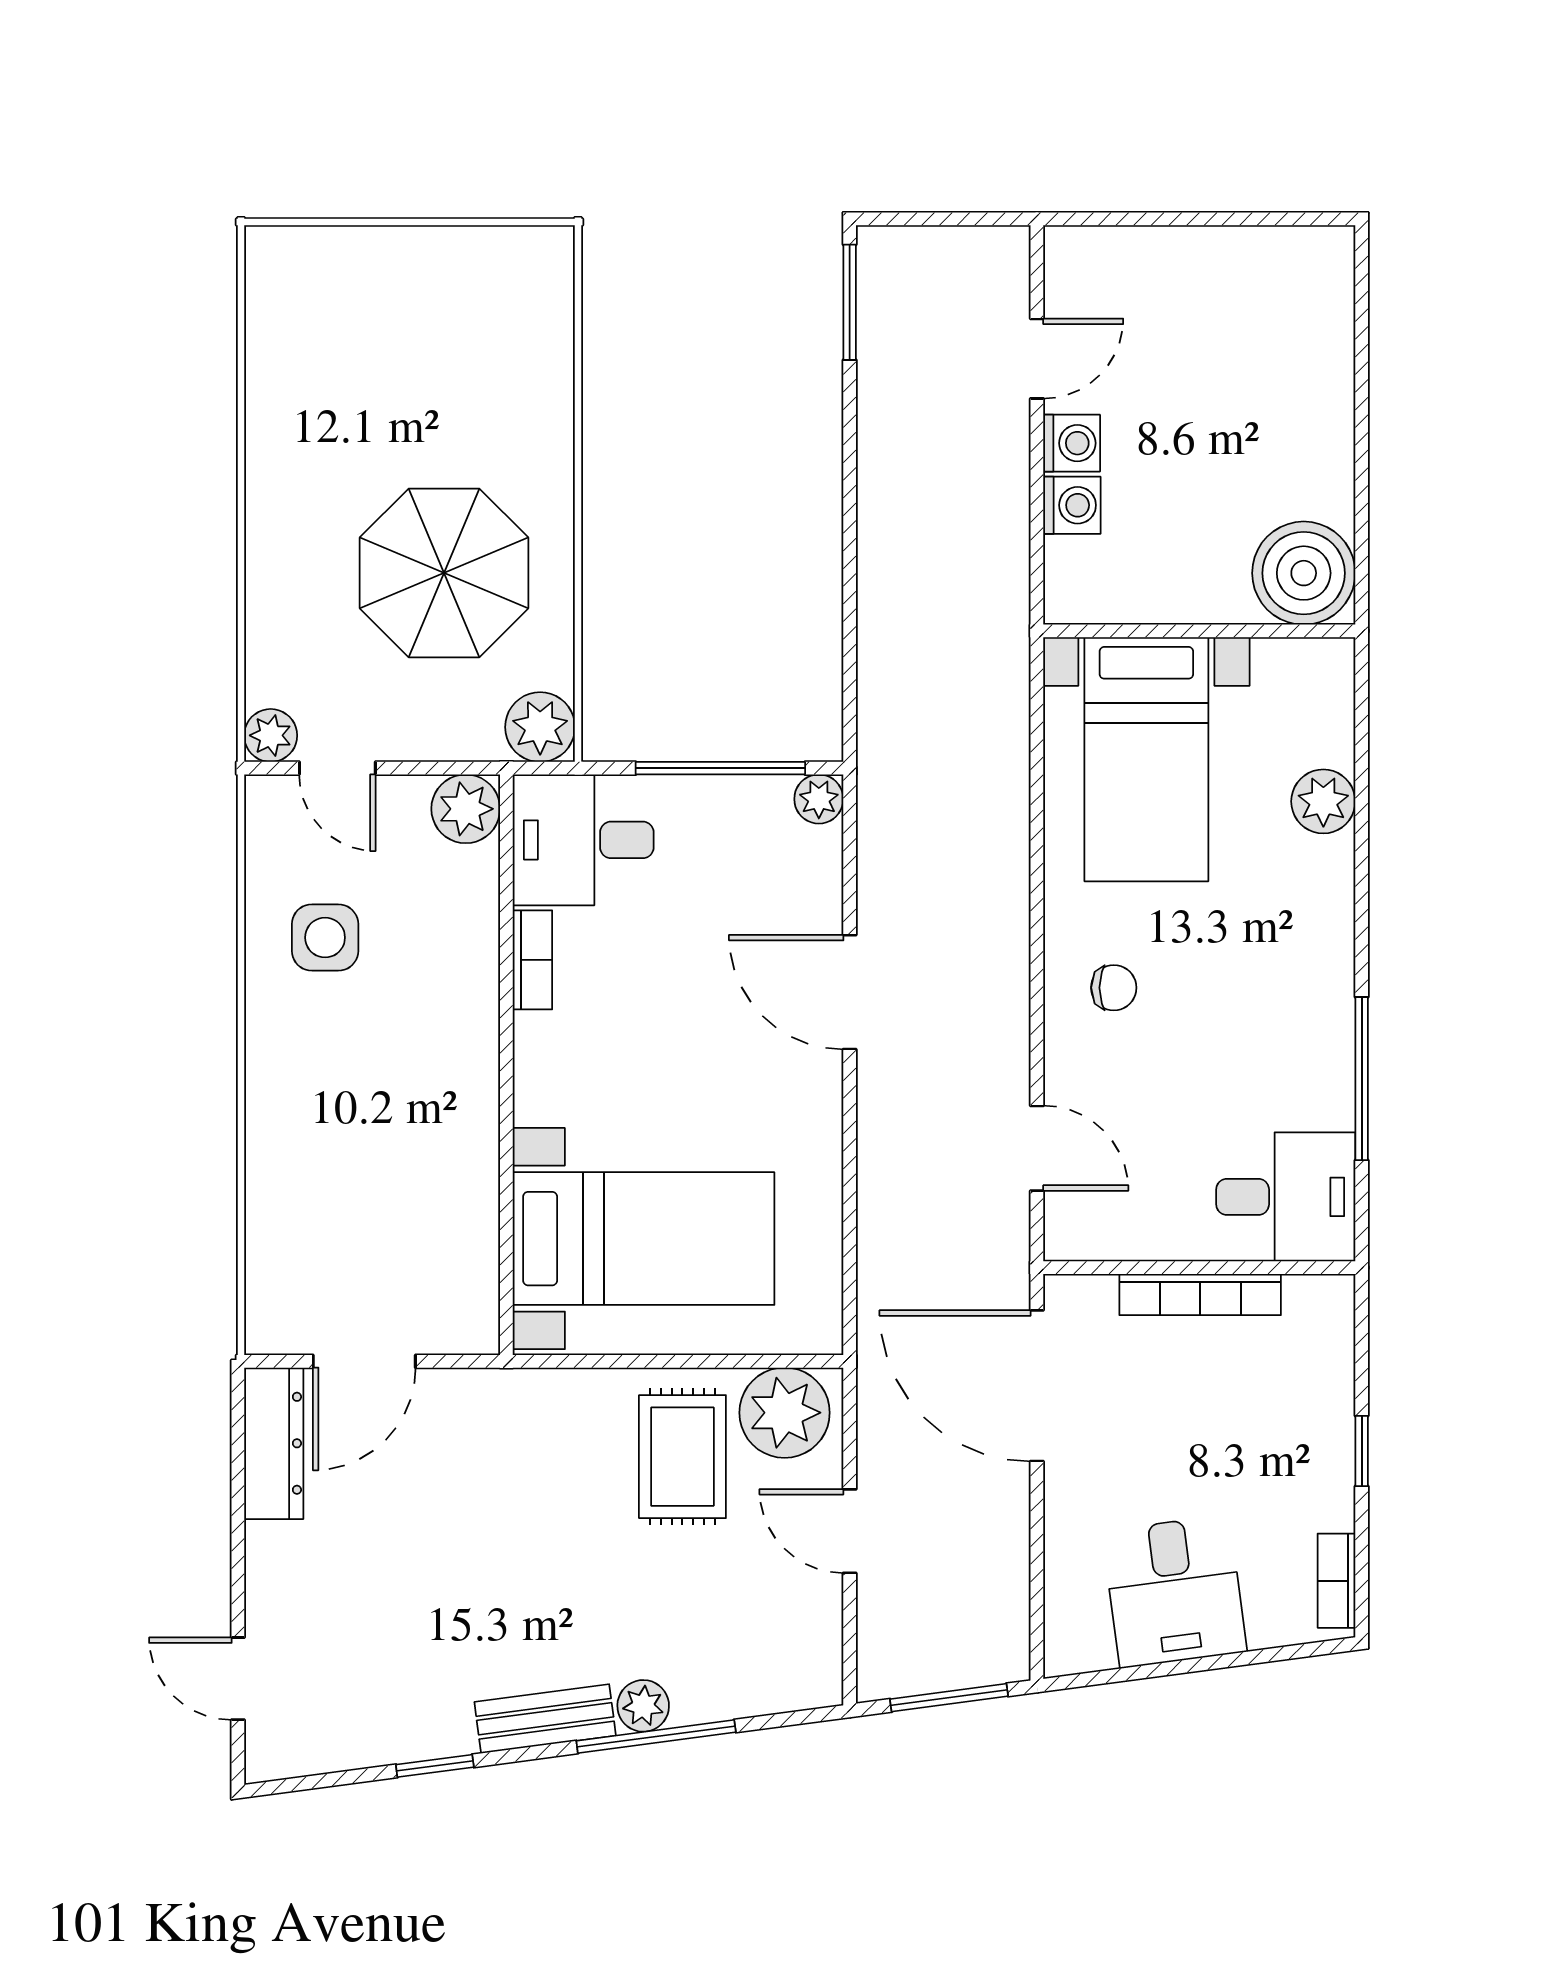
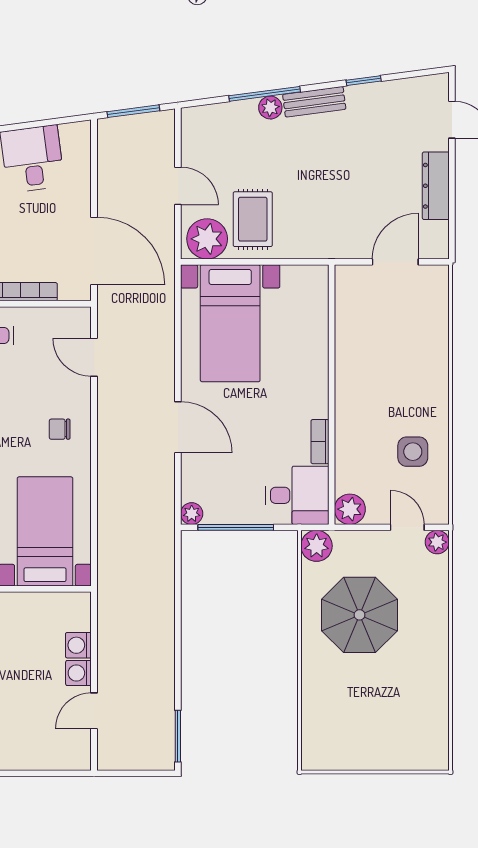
bed with nightstands: (644, 1239) -> (230, 323), moved, turned -90
dresser: (274, 1443) -> (436, 186), moved

